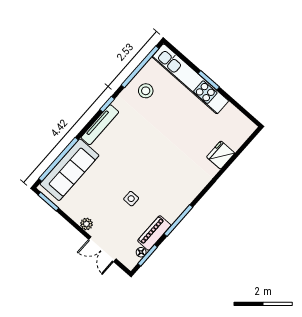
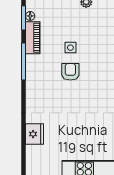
armchair: (148, 179) -> (70, 72), added

